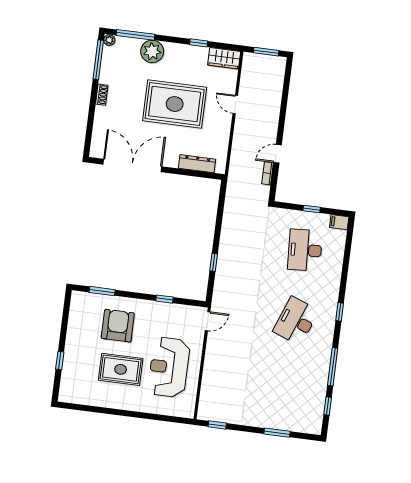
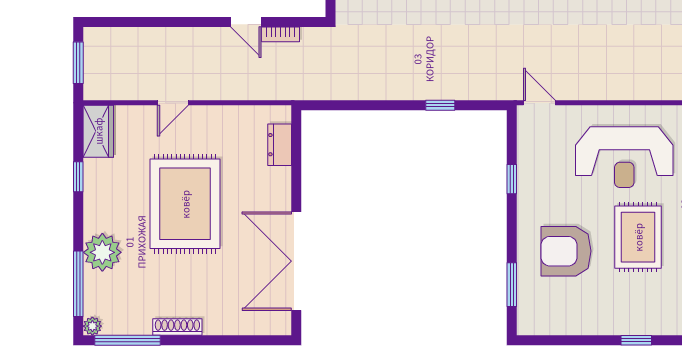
shoe rack: (102, 95) -> (177, 327), width x1.43
dresser: (197, 164) -> (280, 145), width x0.70

